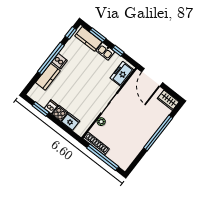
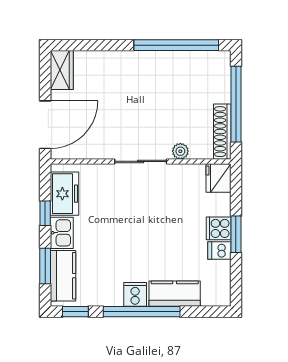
freezer: (122, 74) -> (64, 194), moved, turned -90
window: (41, 109) -> (236, 234), moved
fridge: (71, 121) -> (218, 178), moved
window: (158, 133) -> (176, 45), moved

